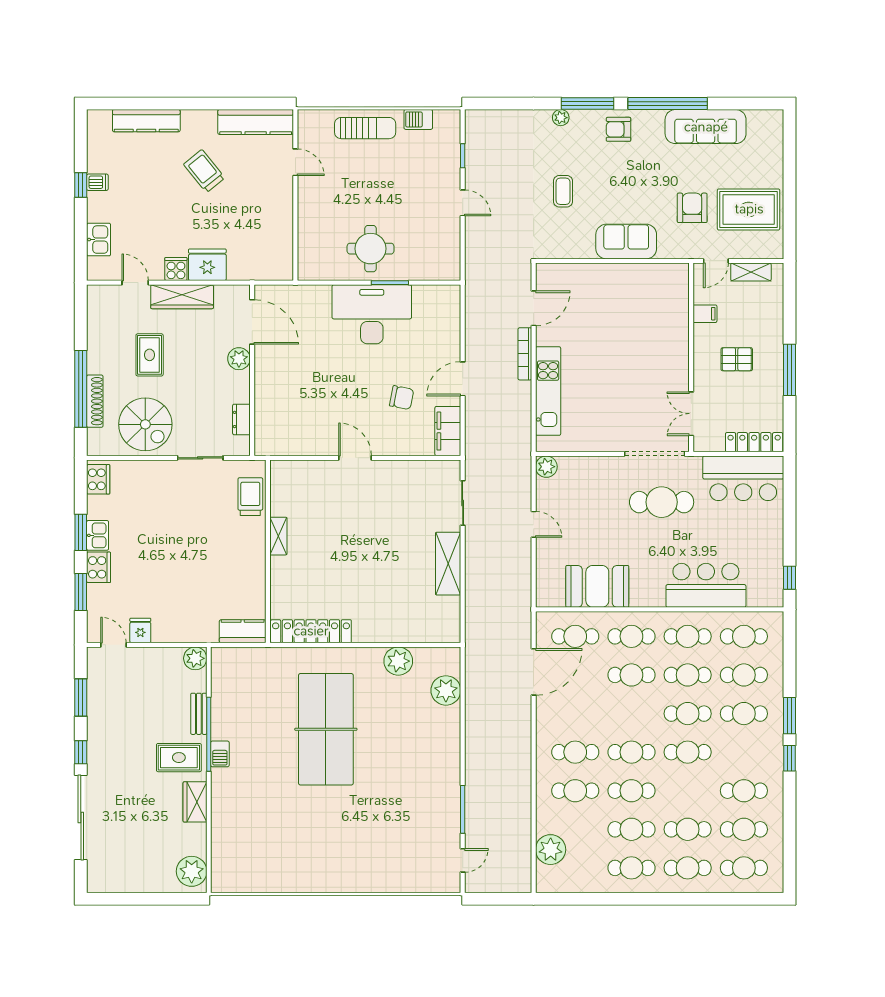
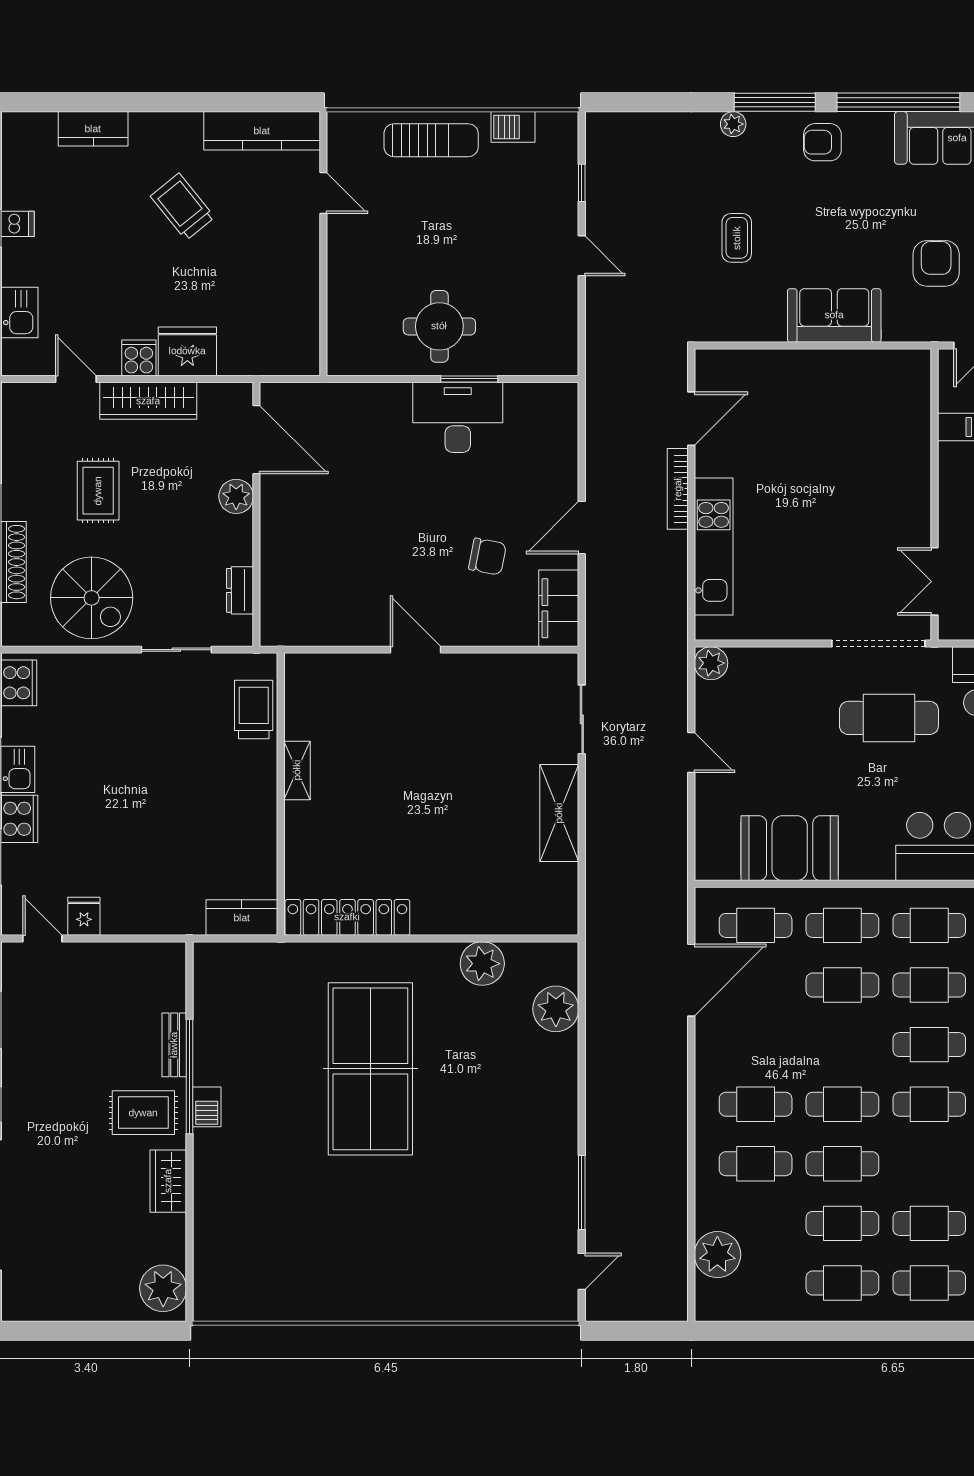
kitchen counter: (146, 121) -> (93, 129), width x0.67
desk: (372, 314) -> (458, 417), width x0.73, depth x0.77
plant: (195, 658) -> (169, 959), removed

